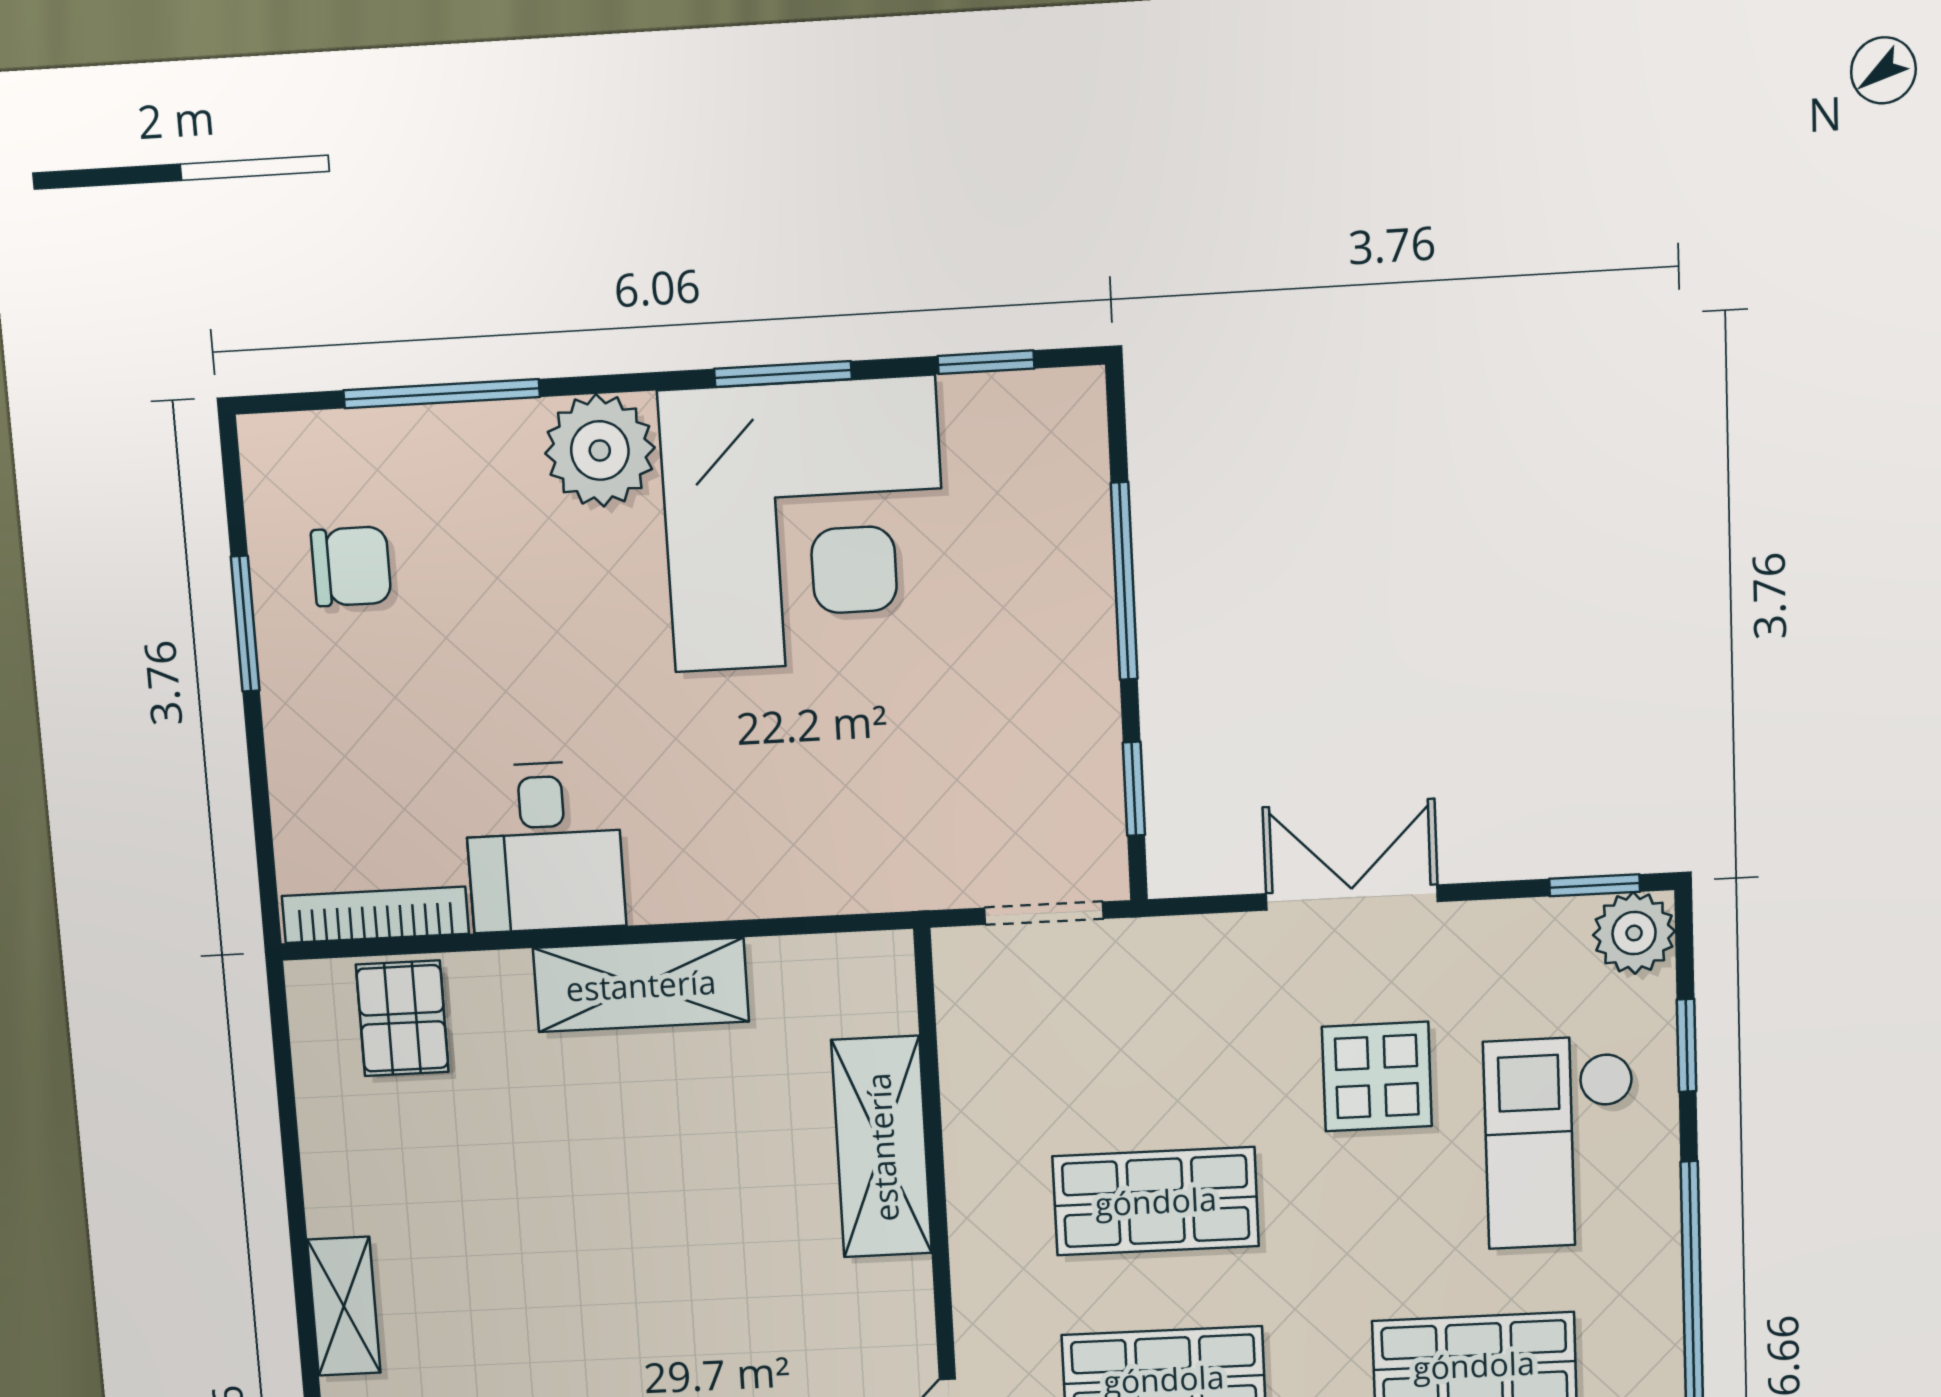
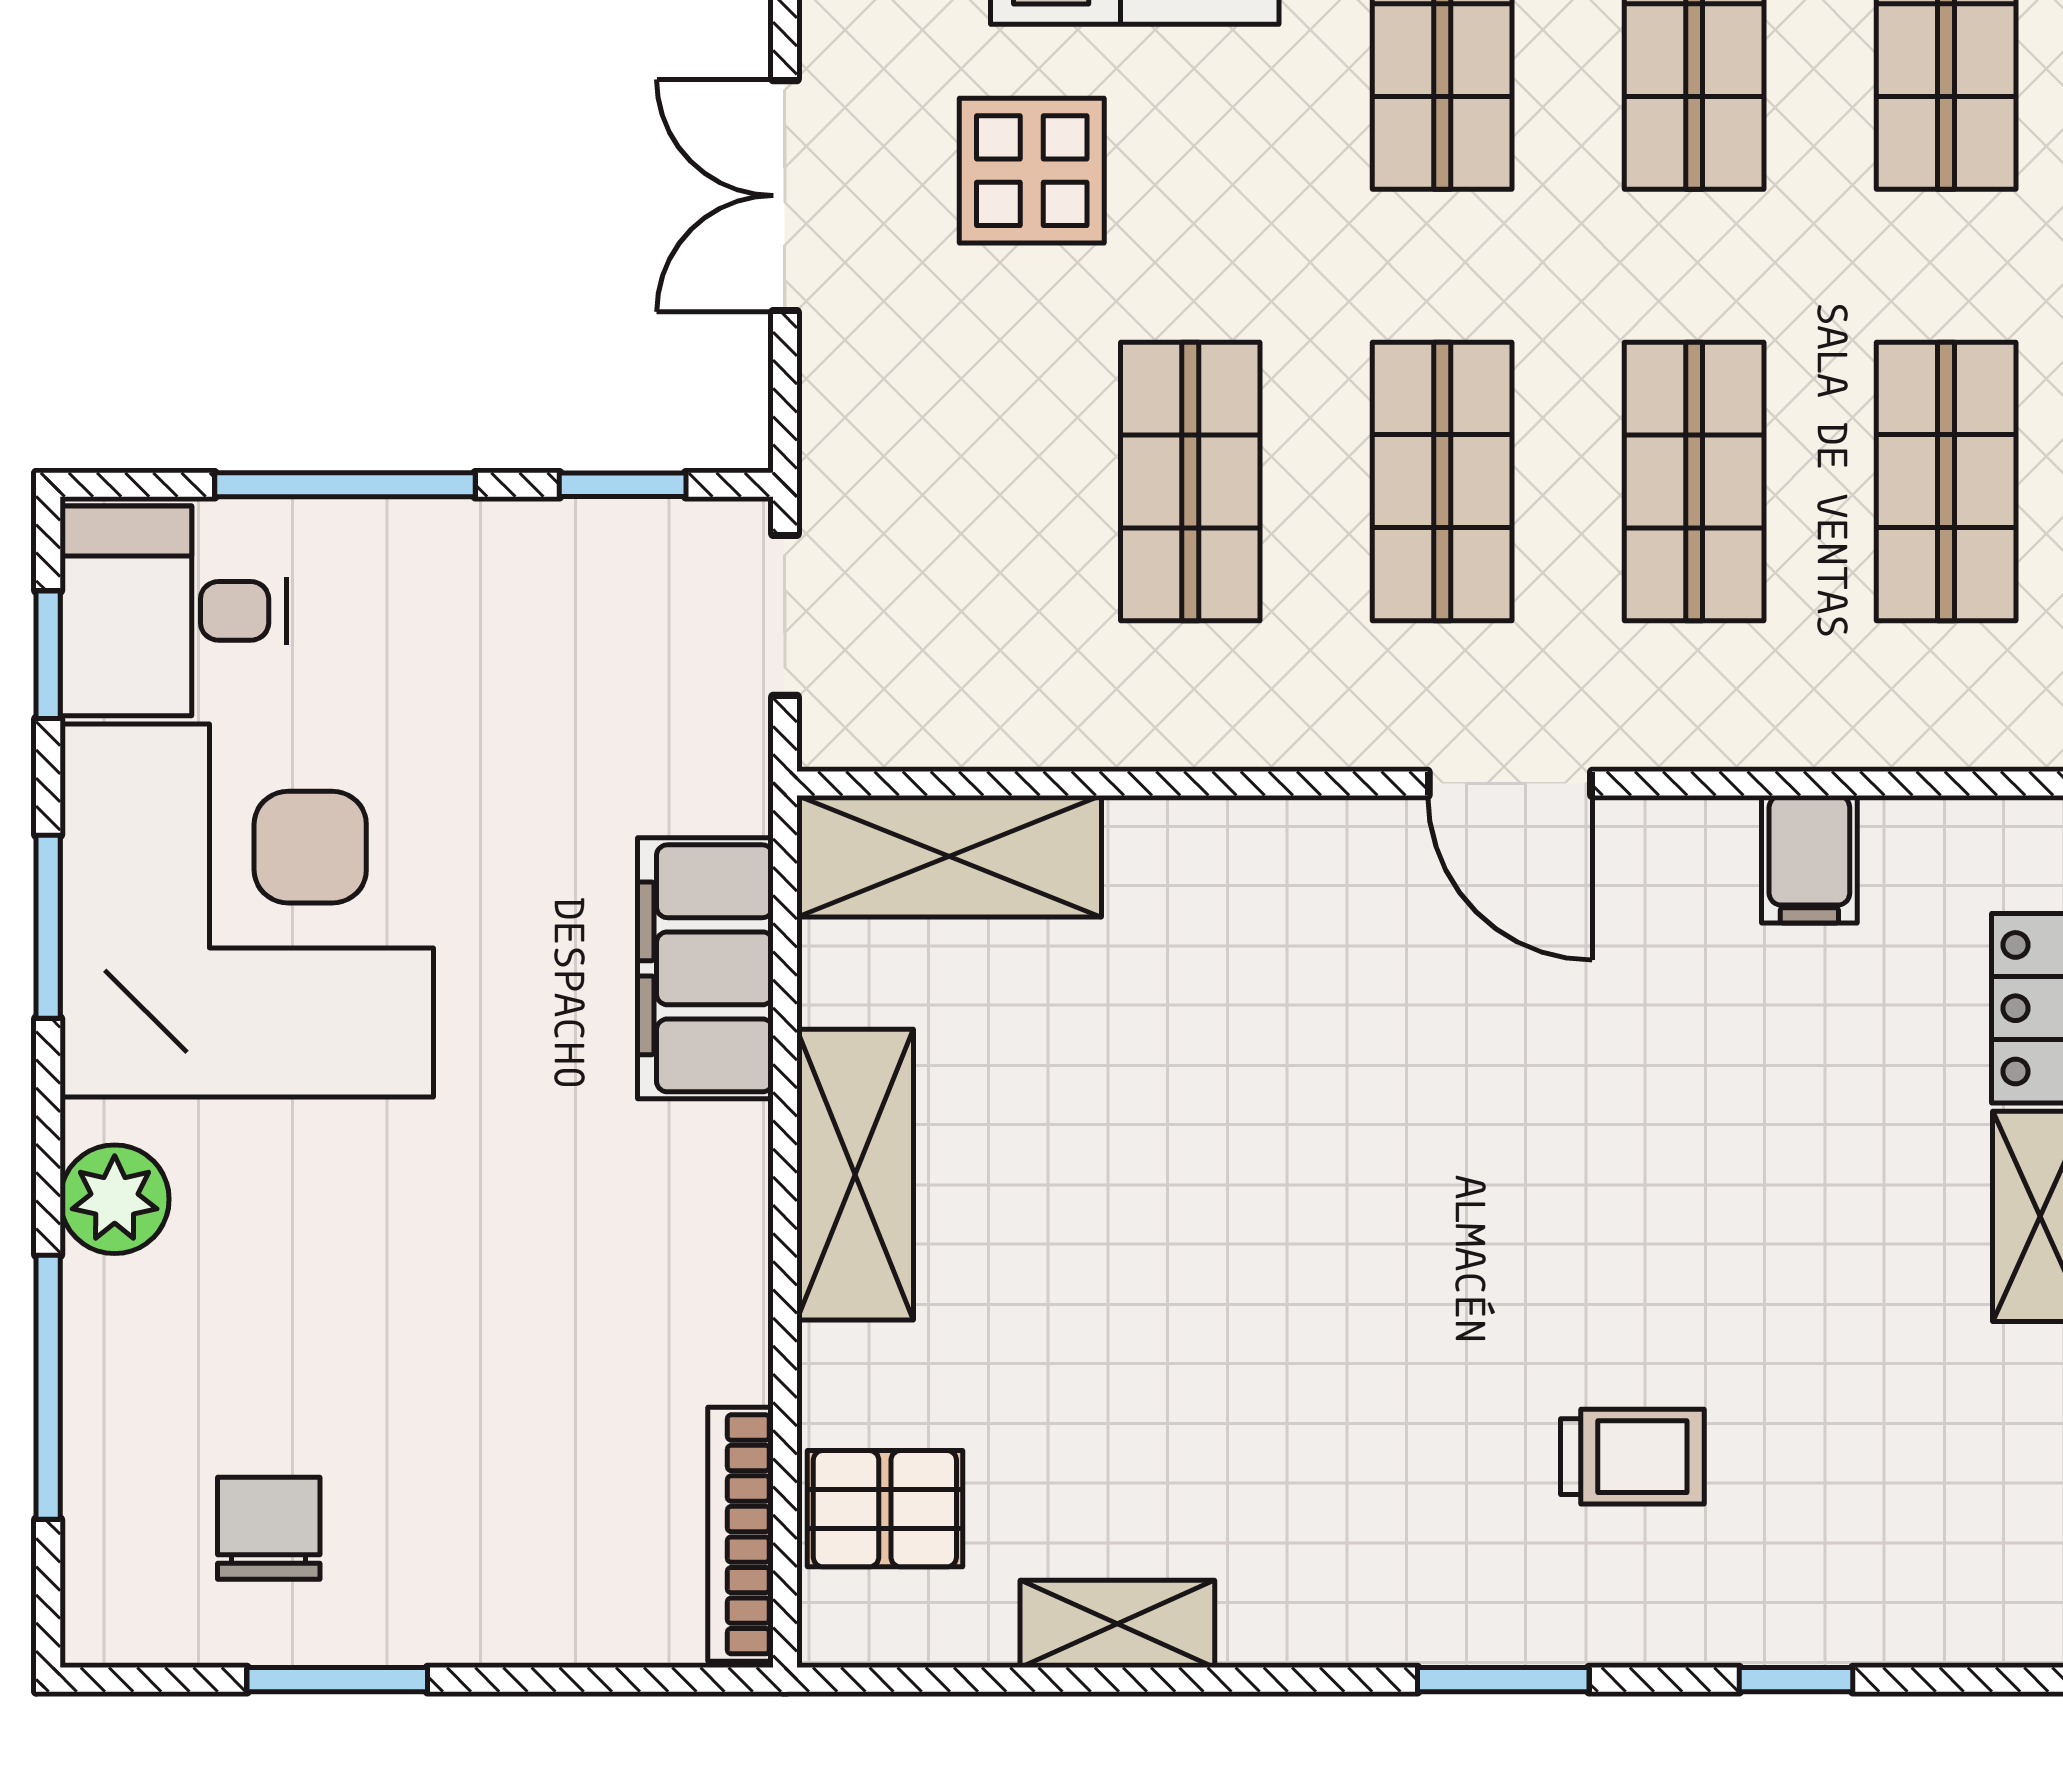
plant: (600, 450) -> (115, 1199), width x0.73, depth x0.73
desk: (544, 847) -> (173, 611), moved, turned 180
filing cabinet: (783, 868) -> (705, 968), added
shelving: (882, 1147) -> (949, 856), moved
shelving: (344, 1306) -> (1117, 1624), moved

